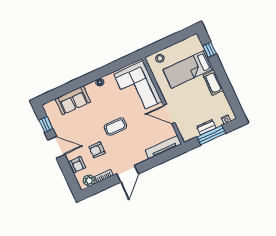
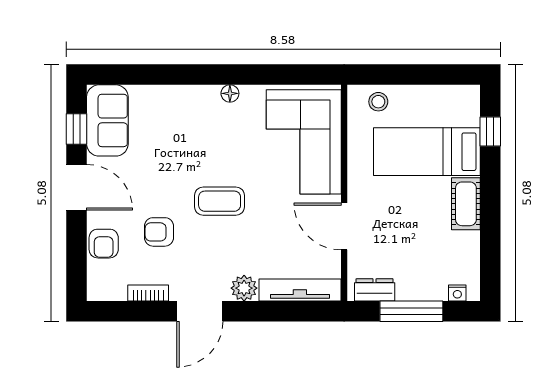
sofa: (73, 100) -> (107, 120), moved, turned -90
dresser: (206, 127) -> (375, 290), moved
plant: (89, 180) -> (244, 288), moved

